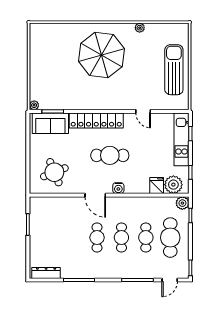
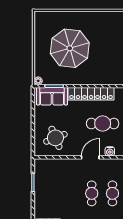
parasol: (101, 55) -> (70, 48), moved
door: (95, 195) -> (90, 157), swing flipped

